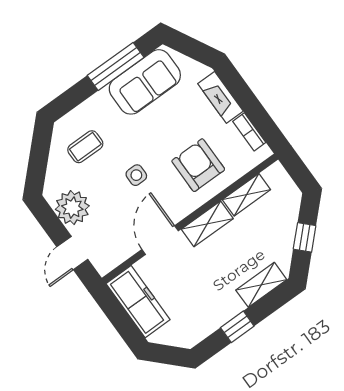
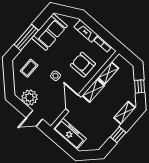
window: (116, 66) -> (26, 37), moved
door: (72, 253) -> (34, 118), hinge flipped

